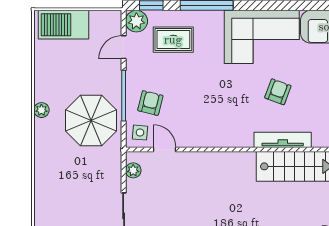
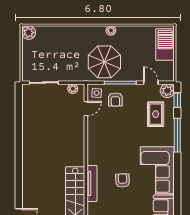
armchair: (278, 92) -> (123, 180), turned -112
armchair: (150, 103) -> (115, 100), turned 76

